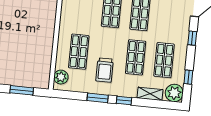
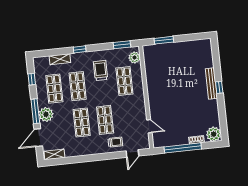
window: (192, 38) -> (35, 111), width x2.17
plant: (174, 93) -> (46, 114), moved
window: (98, 98) -> (122, 45), moved

